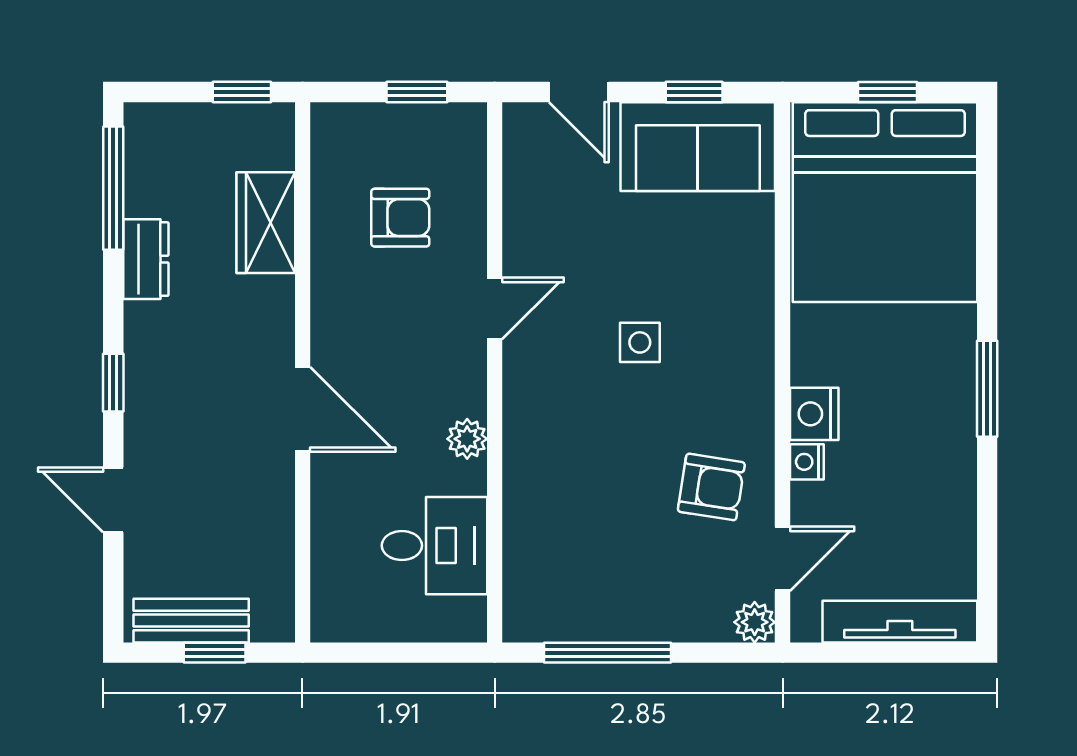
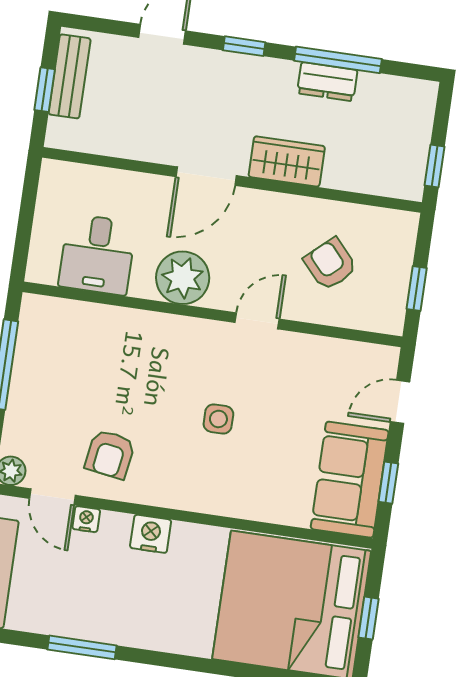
window: (113, 188) -> (338, 60), moved
armchair: (400, 218) -> (330, 264), turned 138
wardrobe: (266, 223) -> (287, 162), moved
door: (495, 308) -> (257, 321), swing flipped
window: (987, 389) -> (82, 647), moved
plant: (467, 439) -> (183, 278), width x1.88, depth x1.88
nightstand: (807, 462) -> (86, 519), moved

